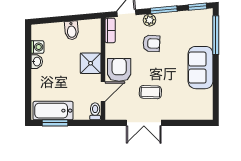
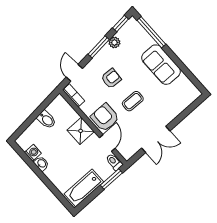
plant: (150, 20) -> (114, 42), moved
coffee table: (150, 92) -> (133, 101), moved
window: (55, 123) -> (111, 179), moved

